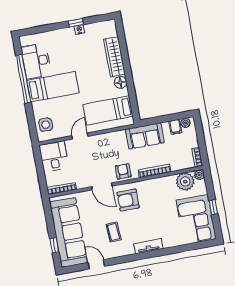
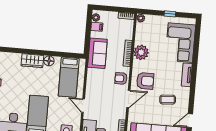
wardrobe: (114, 57) -> (32, 61), width x0.67
plant: (185, 182) -> (141, 52), moved
armchair: (128, 200) -> (145, 81), turned -90
corner sofa: (196, 220) -> (180, 43), moved, turned 90

